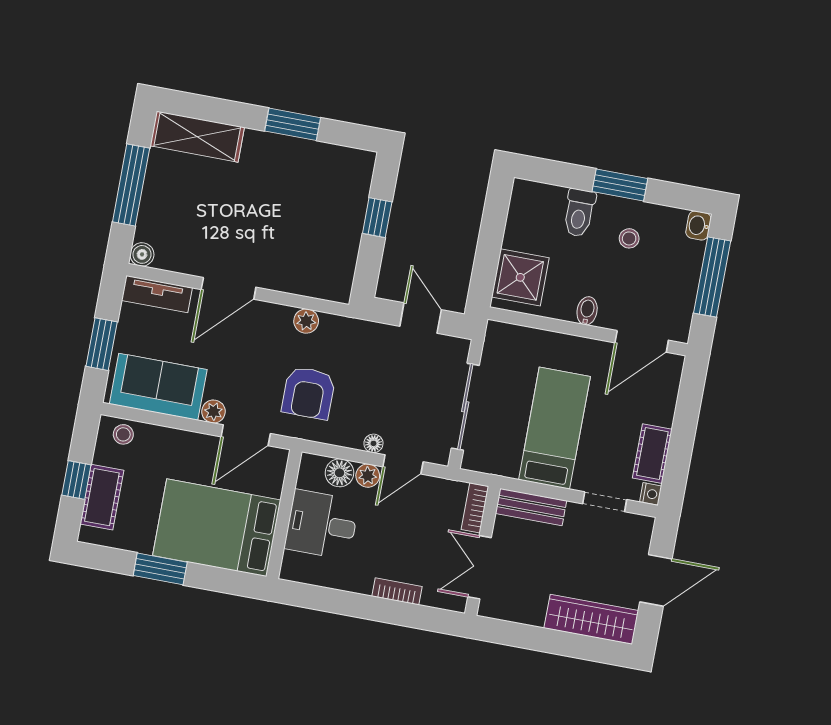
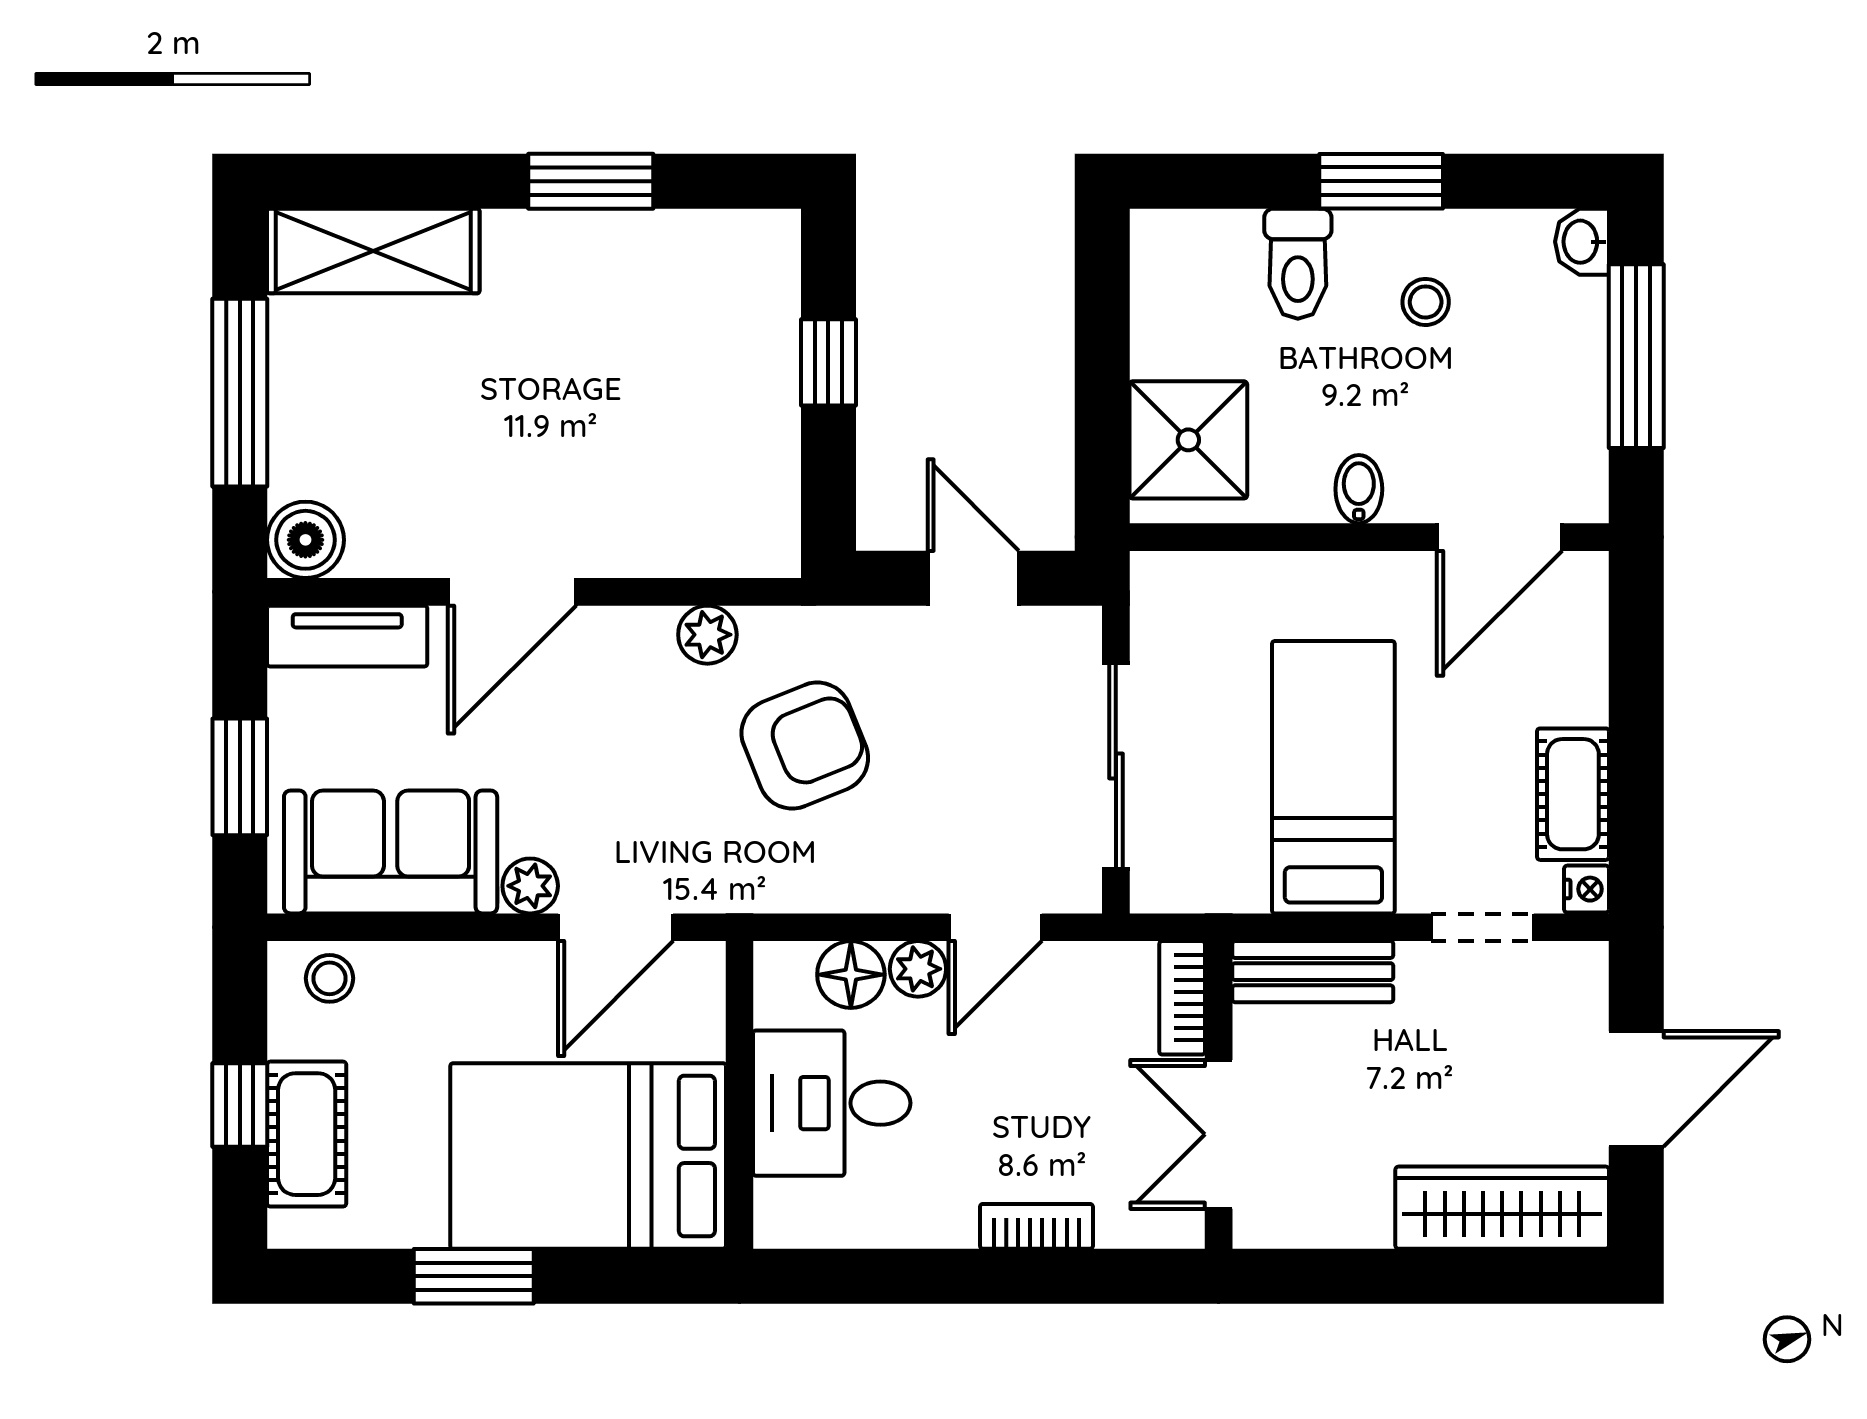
boiler: (142, 254) -> (305, 540), width x1.36, depth x1.36
armchair: (308, 393) -> (805, 746), moved, turned -112
floor lamp: (373, 443) -> (917, 891), removed

